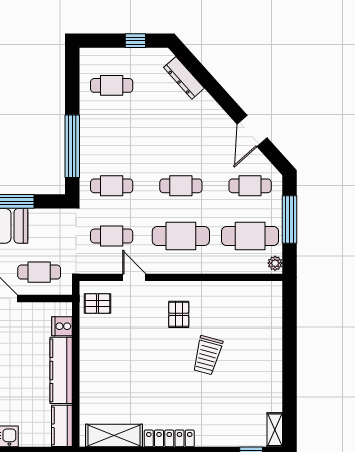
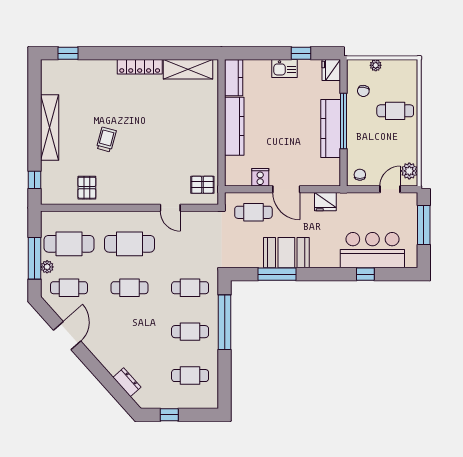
dresser: (184, 78) -> (127, 382), width x0.70
cafe table: (112, 236) -> (190, 332), moved
plant: (275, 263) -> (47, 267), moved
window: (289, 309) -> (34, 180), added
pallet: (179, 314) -> (87, 188), moved
cooker: (62, 326) -> (260, 177), moved, turned -90
trolley: (207, 355) -> (106, 139), width x0.73, depth x0.72
shelving: (275, 430) -> (50, 128), moved, width x2.20, depth x1.33

